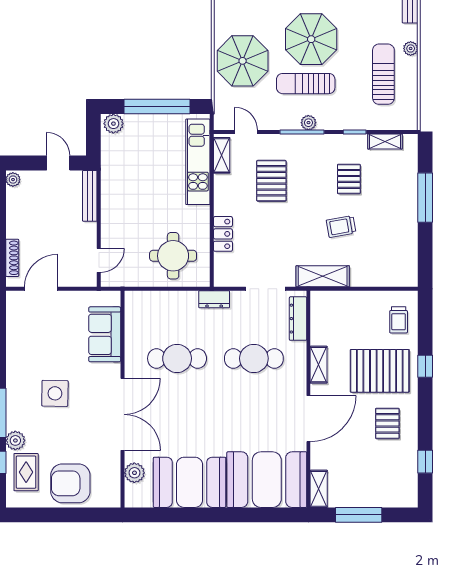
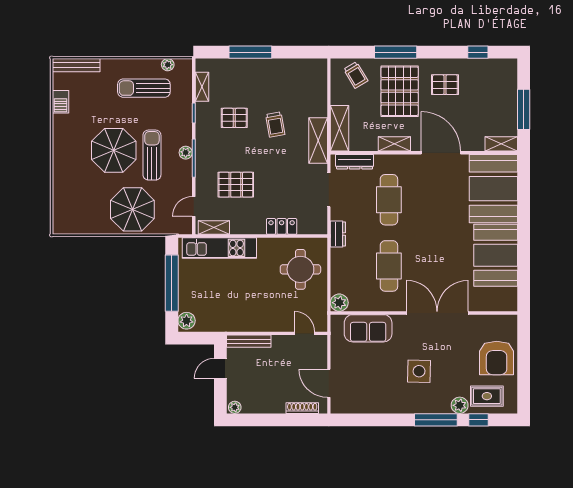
plant: (411, 48) -> (168, 65), moved
sun lounger: (306, 84) -> (152, 155), turned 180
shelving: (337, 301) -> (340, 128), added
trolley: (399, 320) -> (356, 75), turned 59
window: (425, 366) -> (396, 52), width x2.17
plant: (134, 473) -> (339, 303), moved

